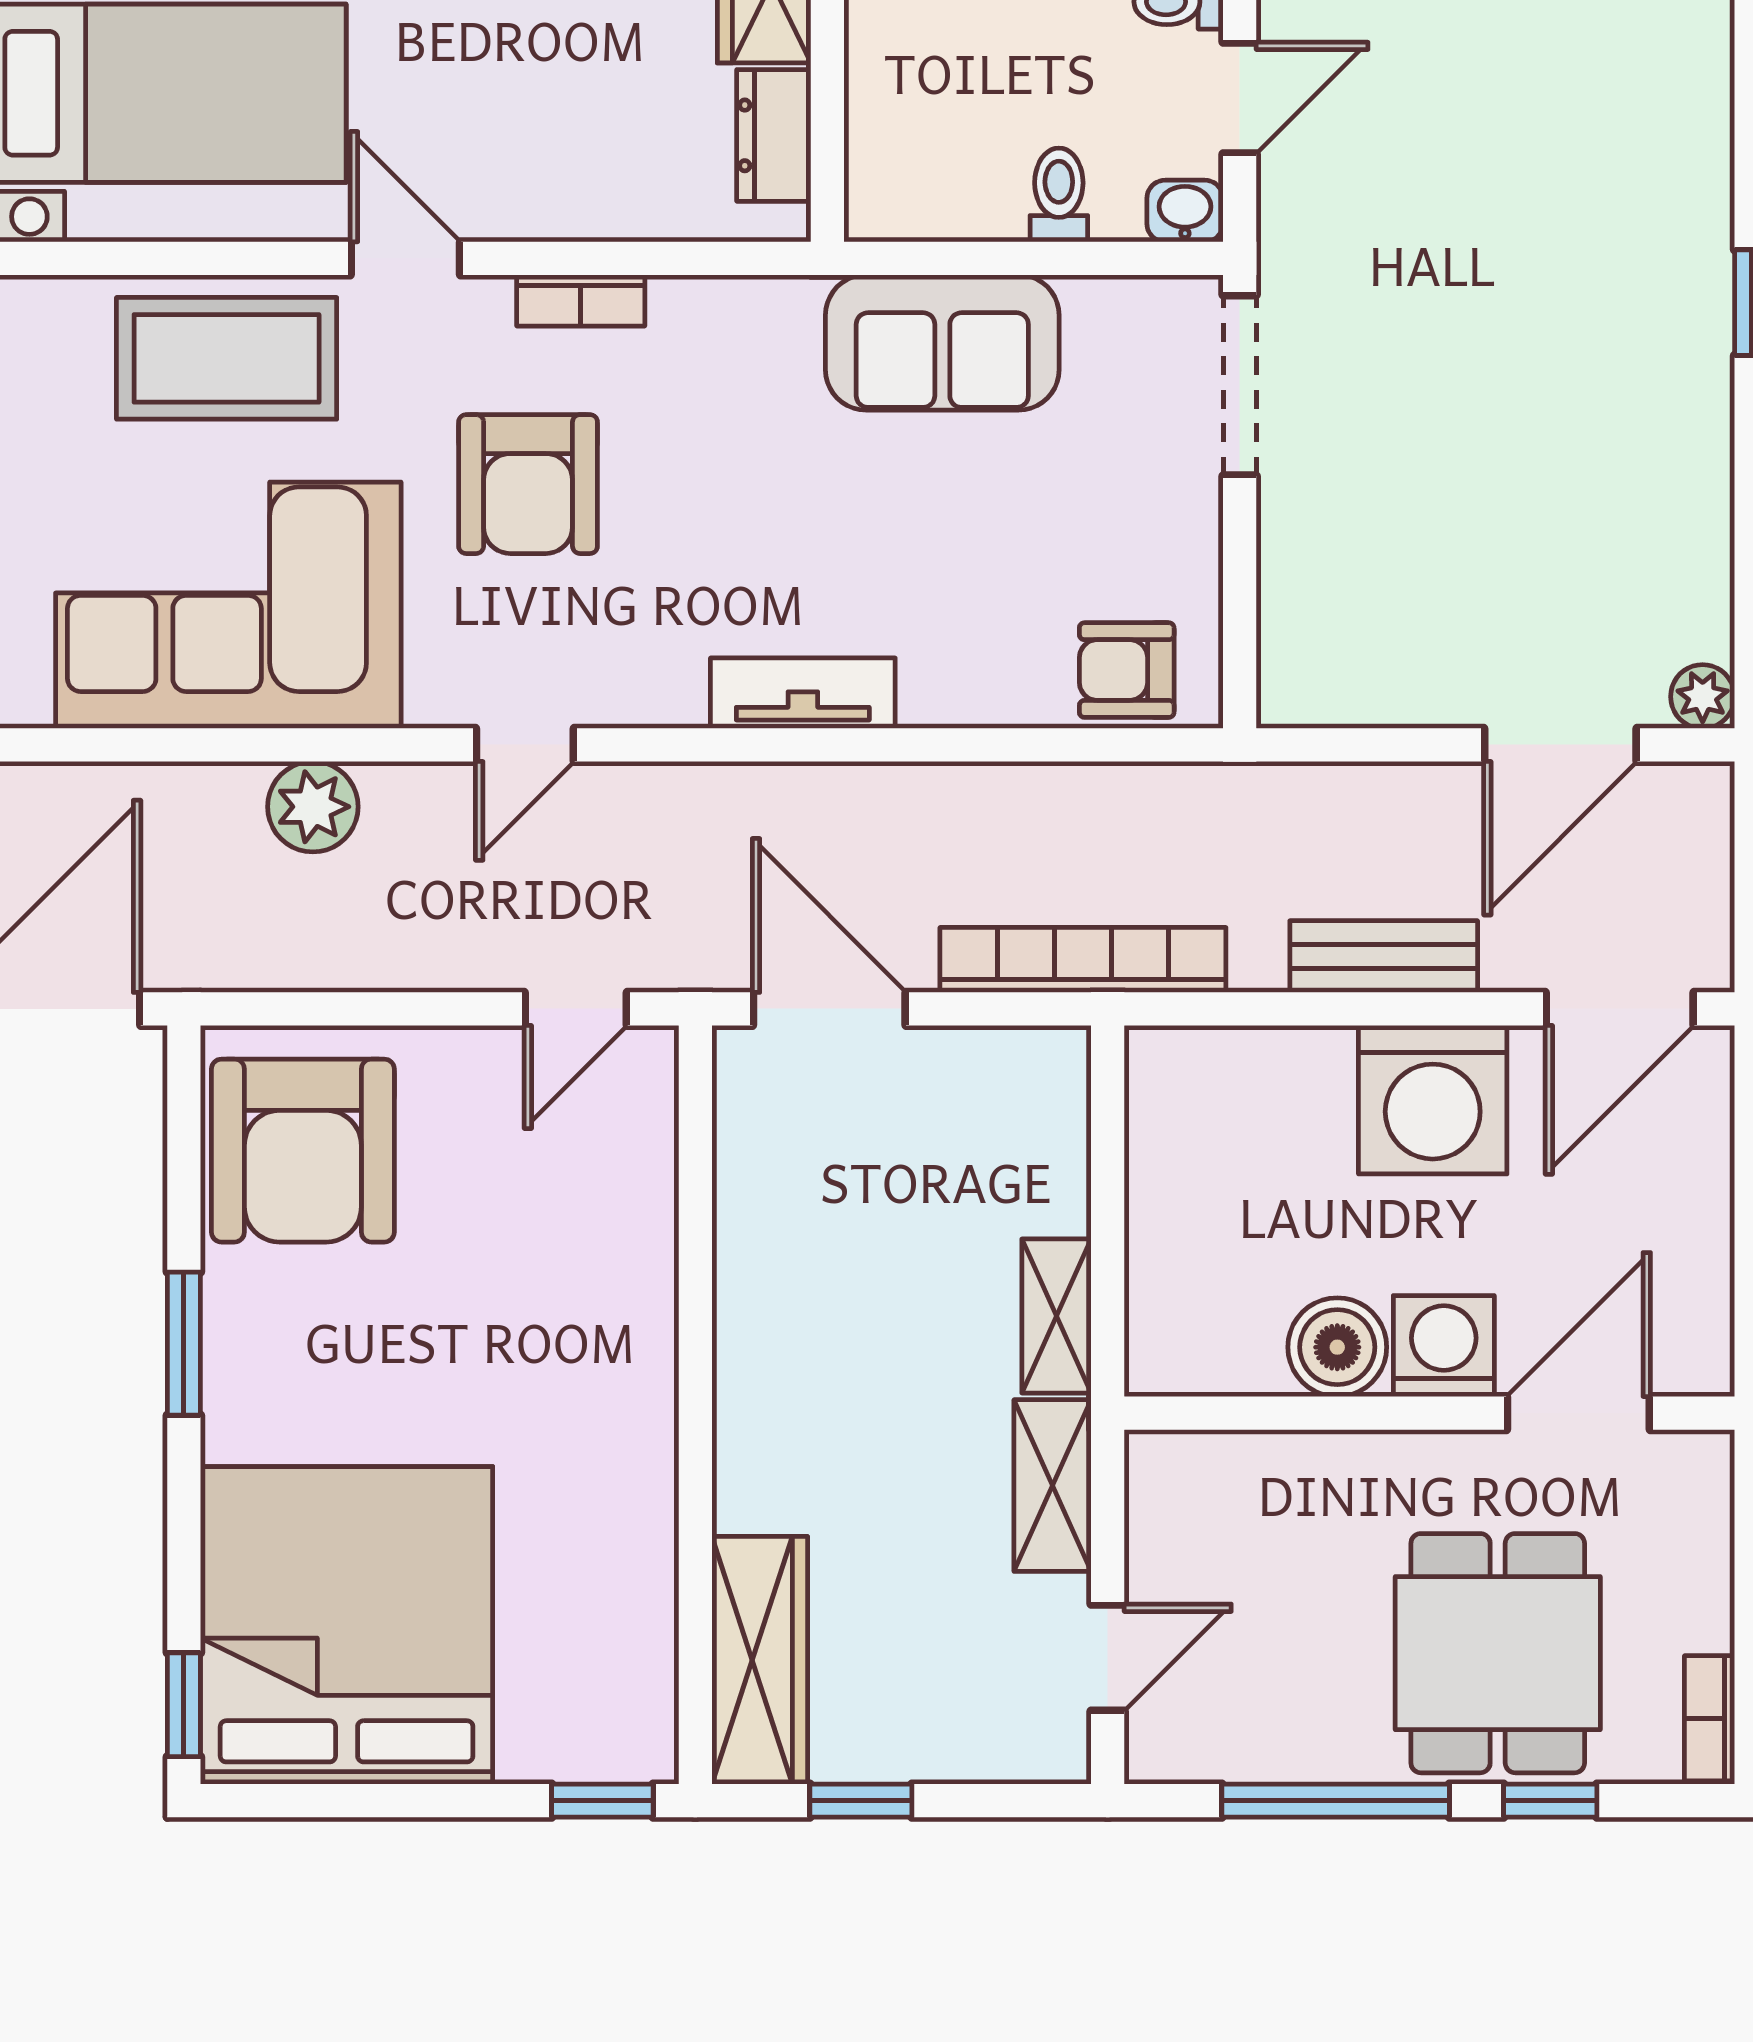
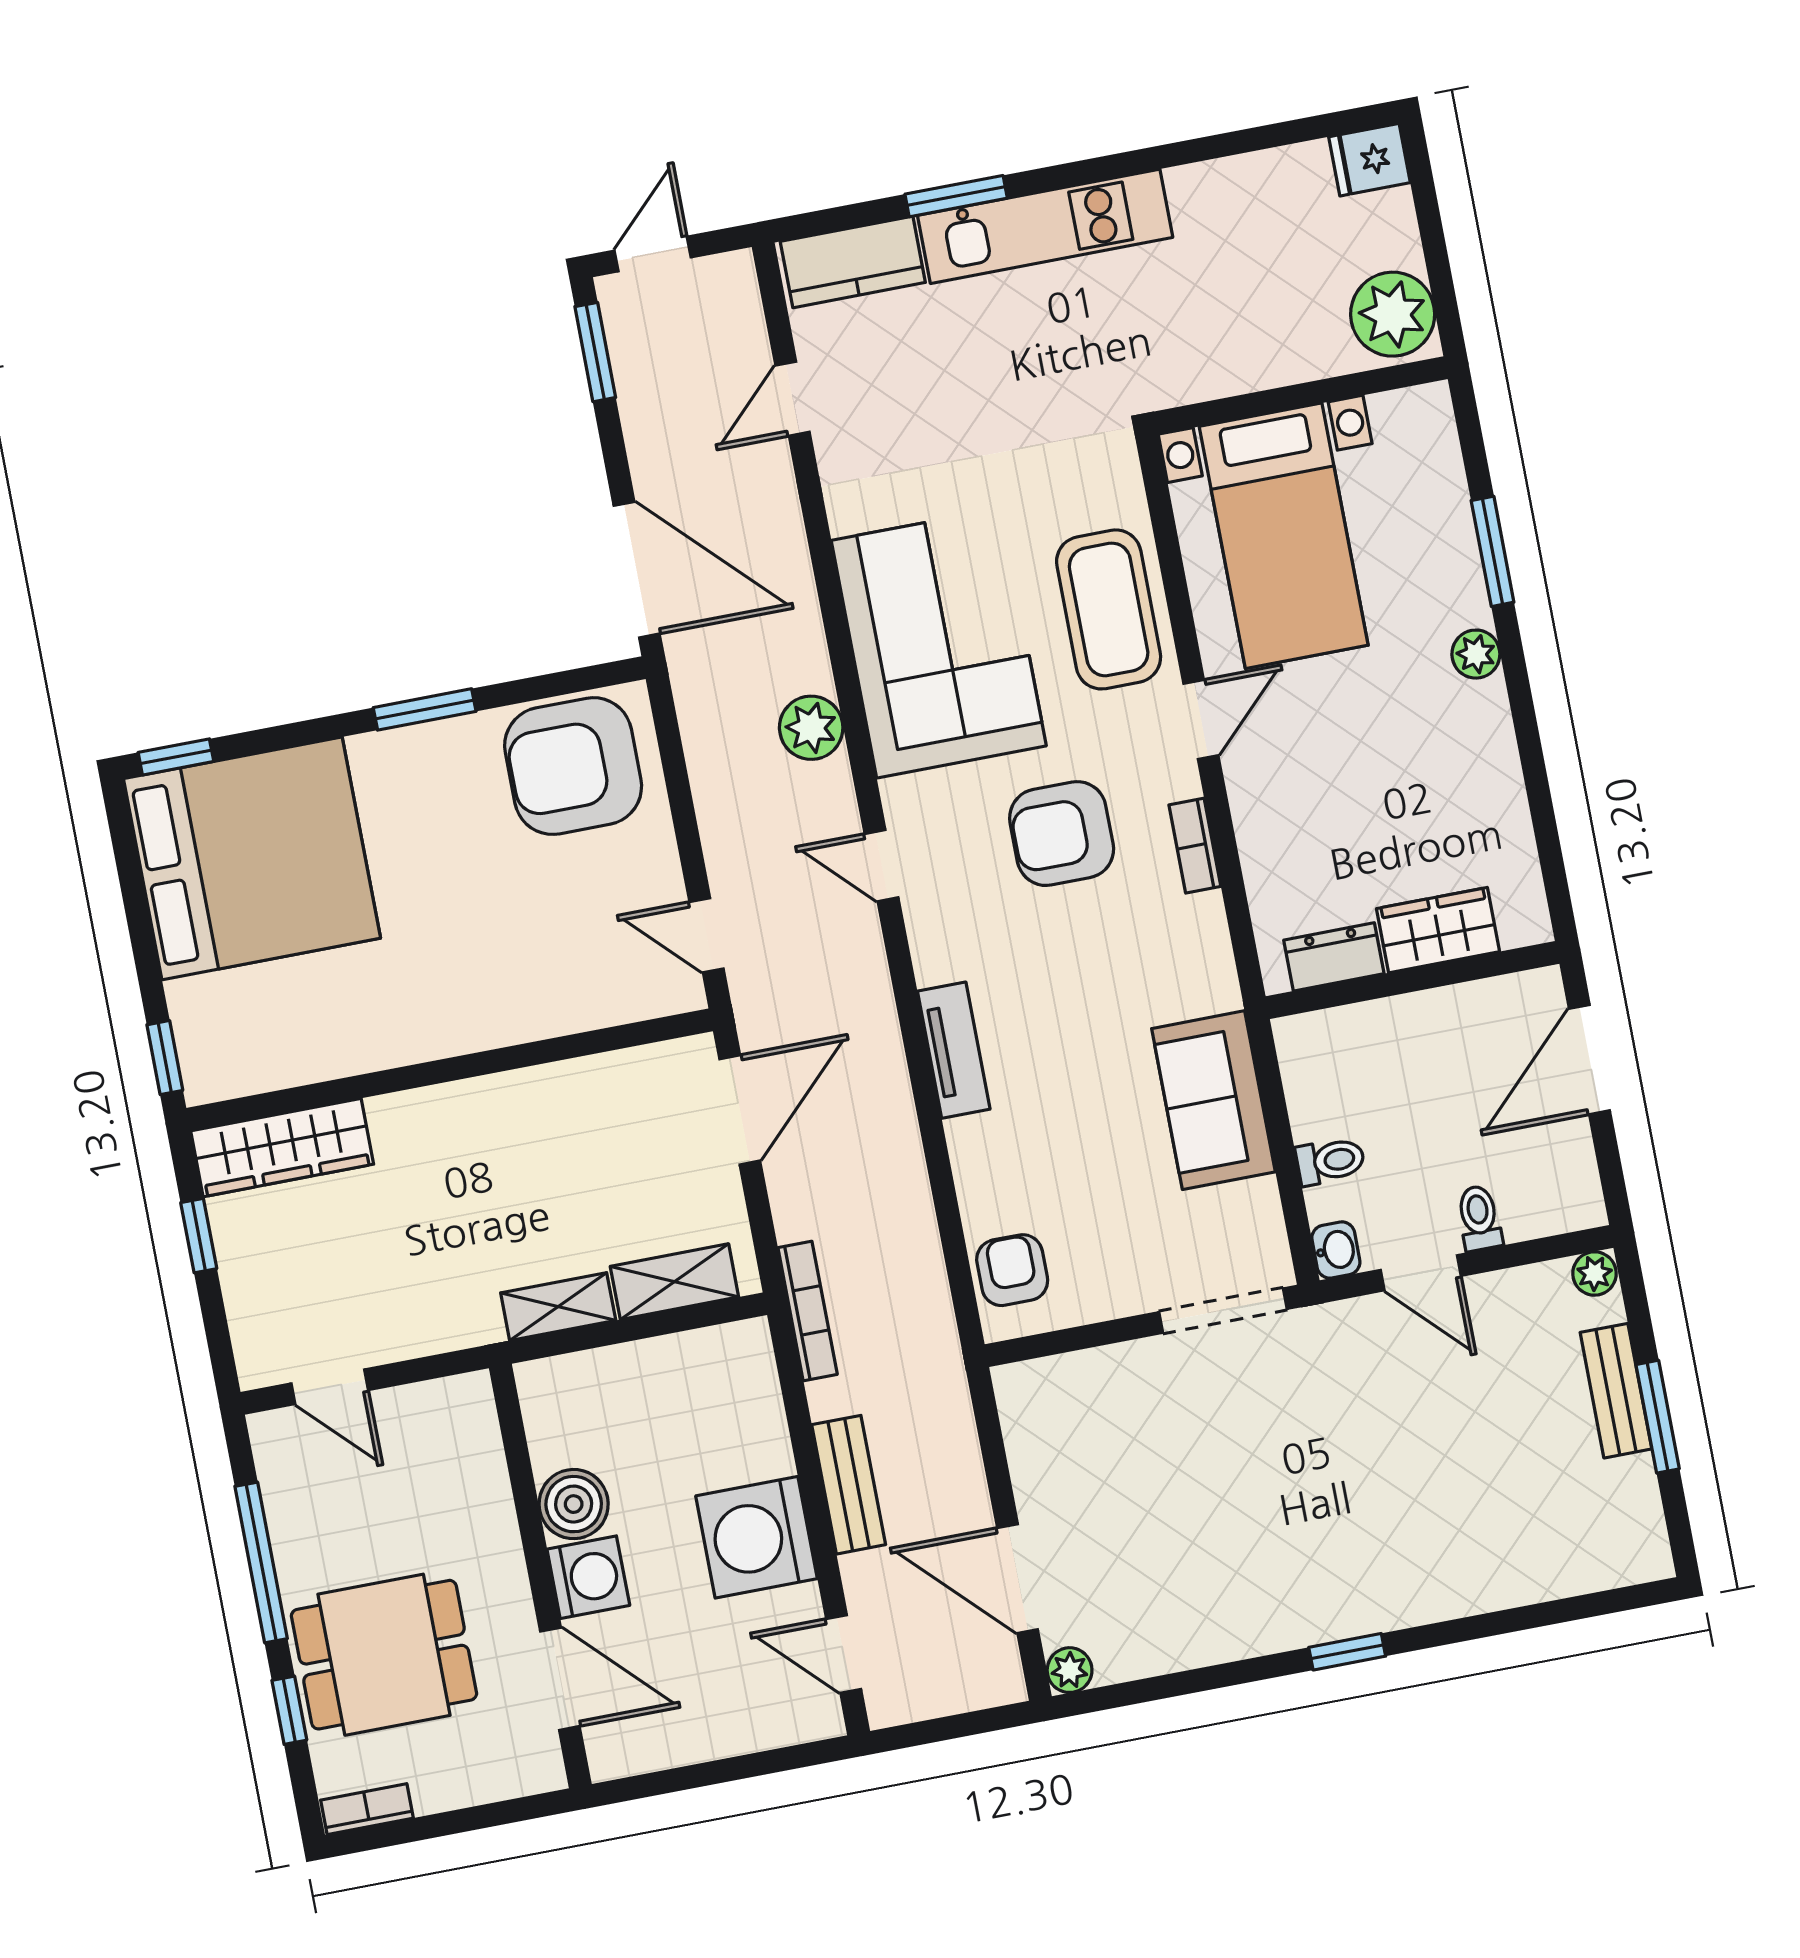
bookcase: (1083, 960) -> (808, 1311), width x0.68, depth x0.76
door: (1620, 1009) -> (844, 1654), width x0.73
shelving: (1053, 1486) -> (674, 1282), moved

